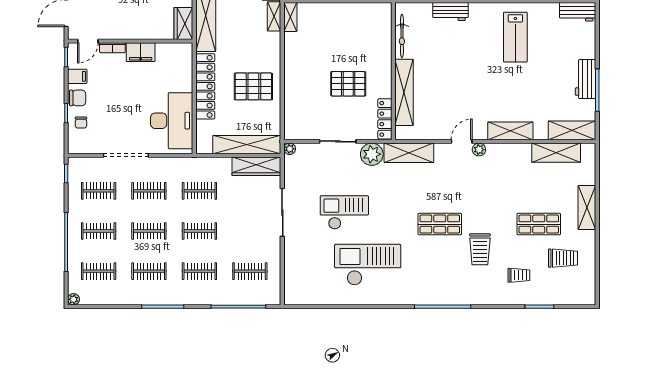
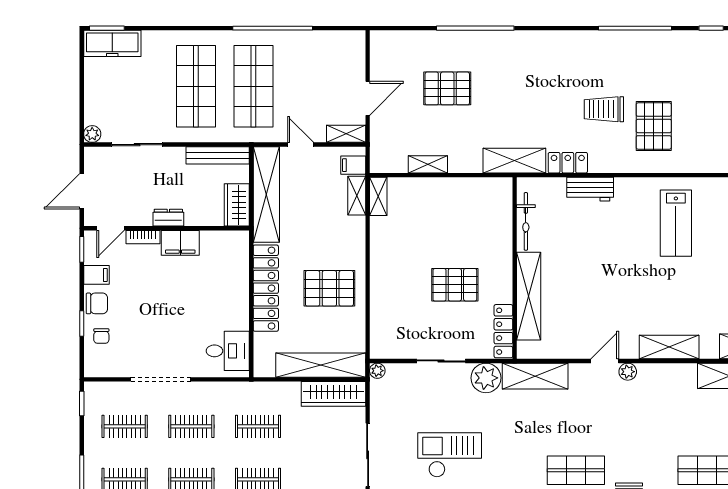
dresser: (132, 33) -> (168, 218), added
desk: (172, 121) -> (228, 351), width x0.53, depth x0.77

